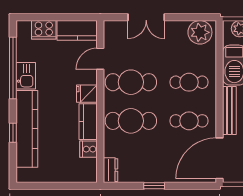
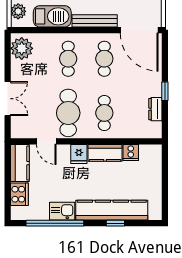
cafe table: (131, 121) -> (104, 113), width x0.73, depth x0.74
dresser: (111, 170) -> (155, 109), moved, turned -90

